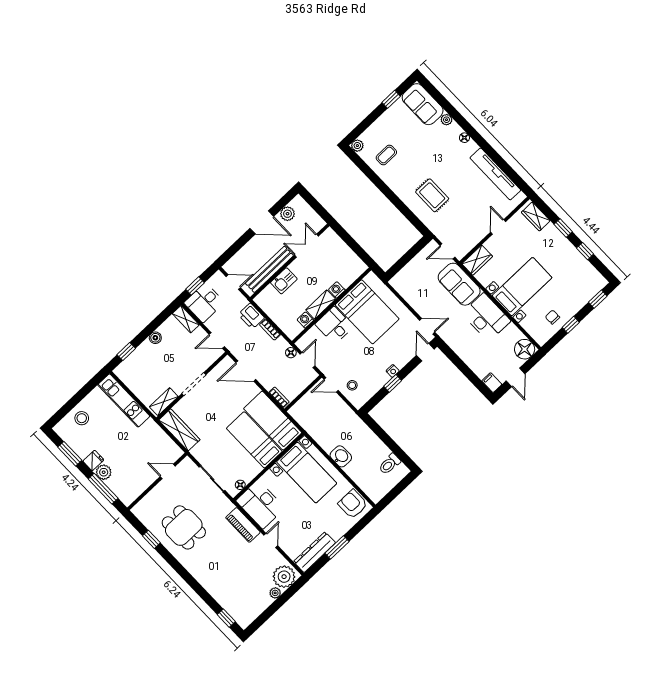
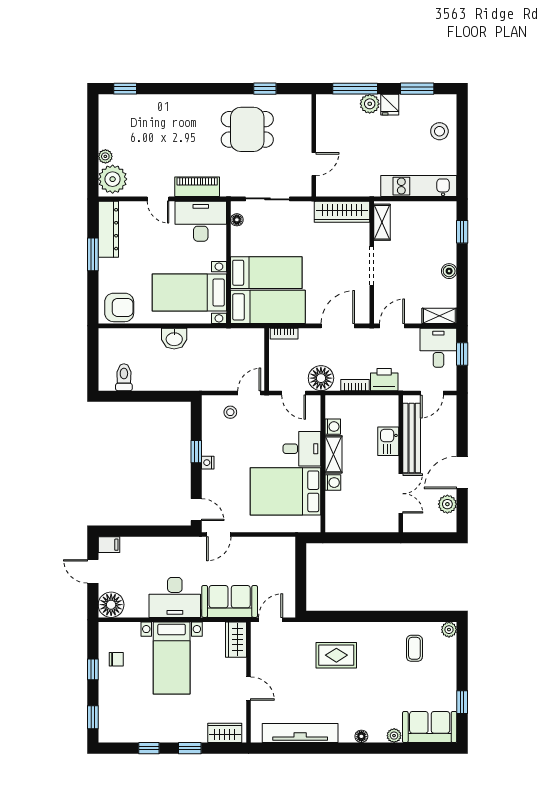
floor lamp: (291, 353) -> (321, 378), width x1.89, depth x1.89

